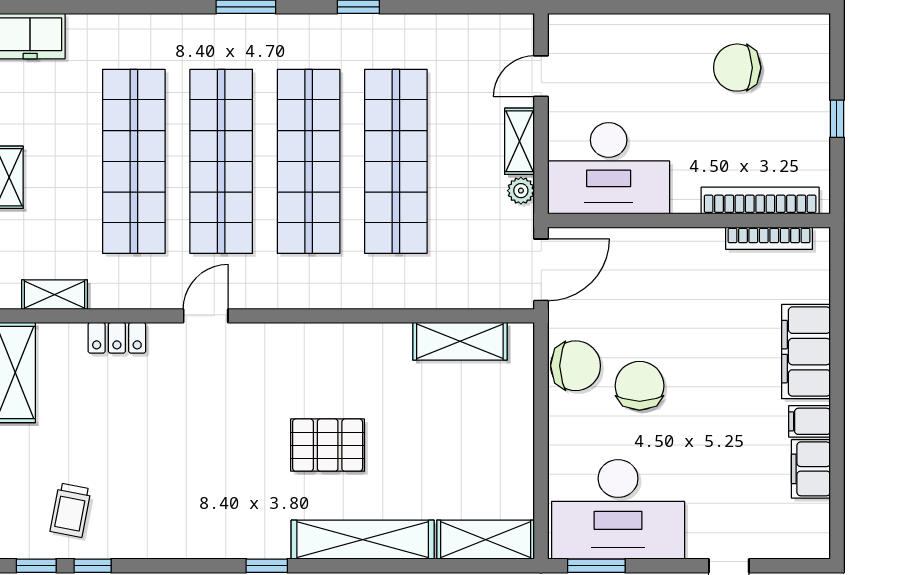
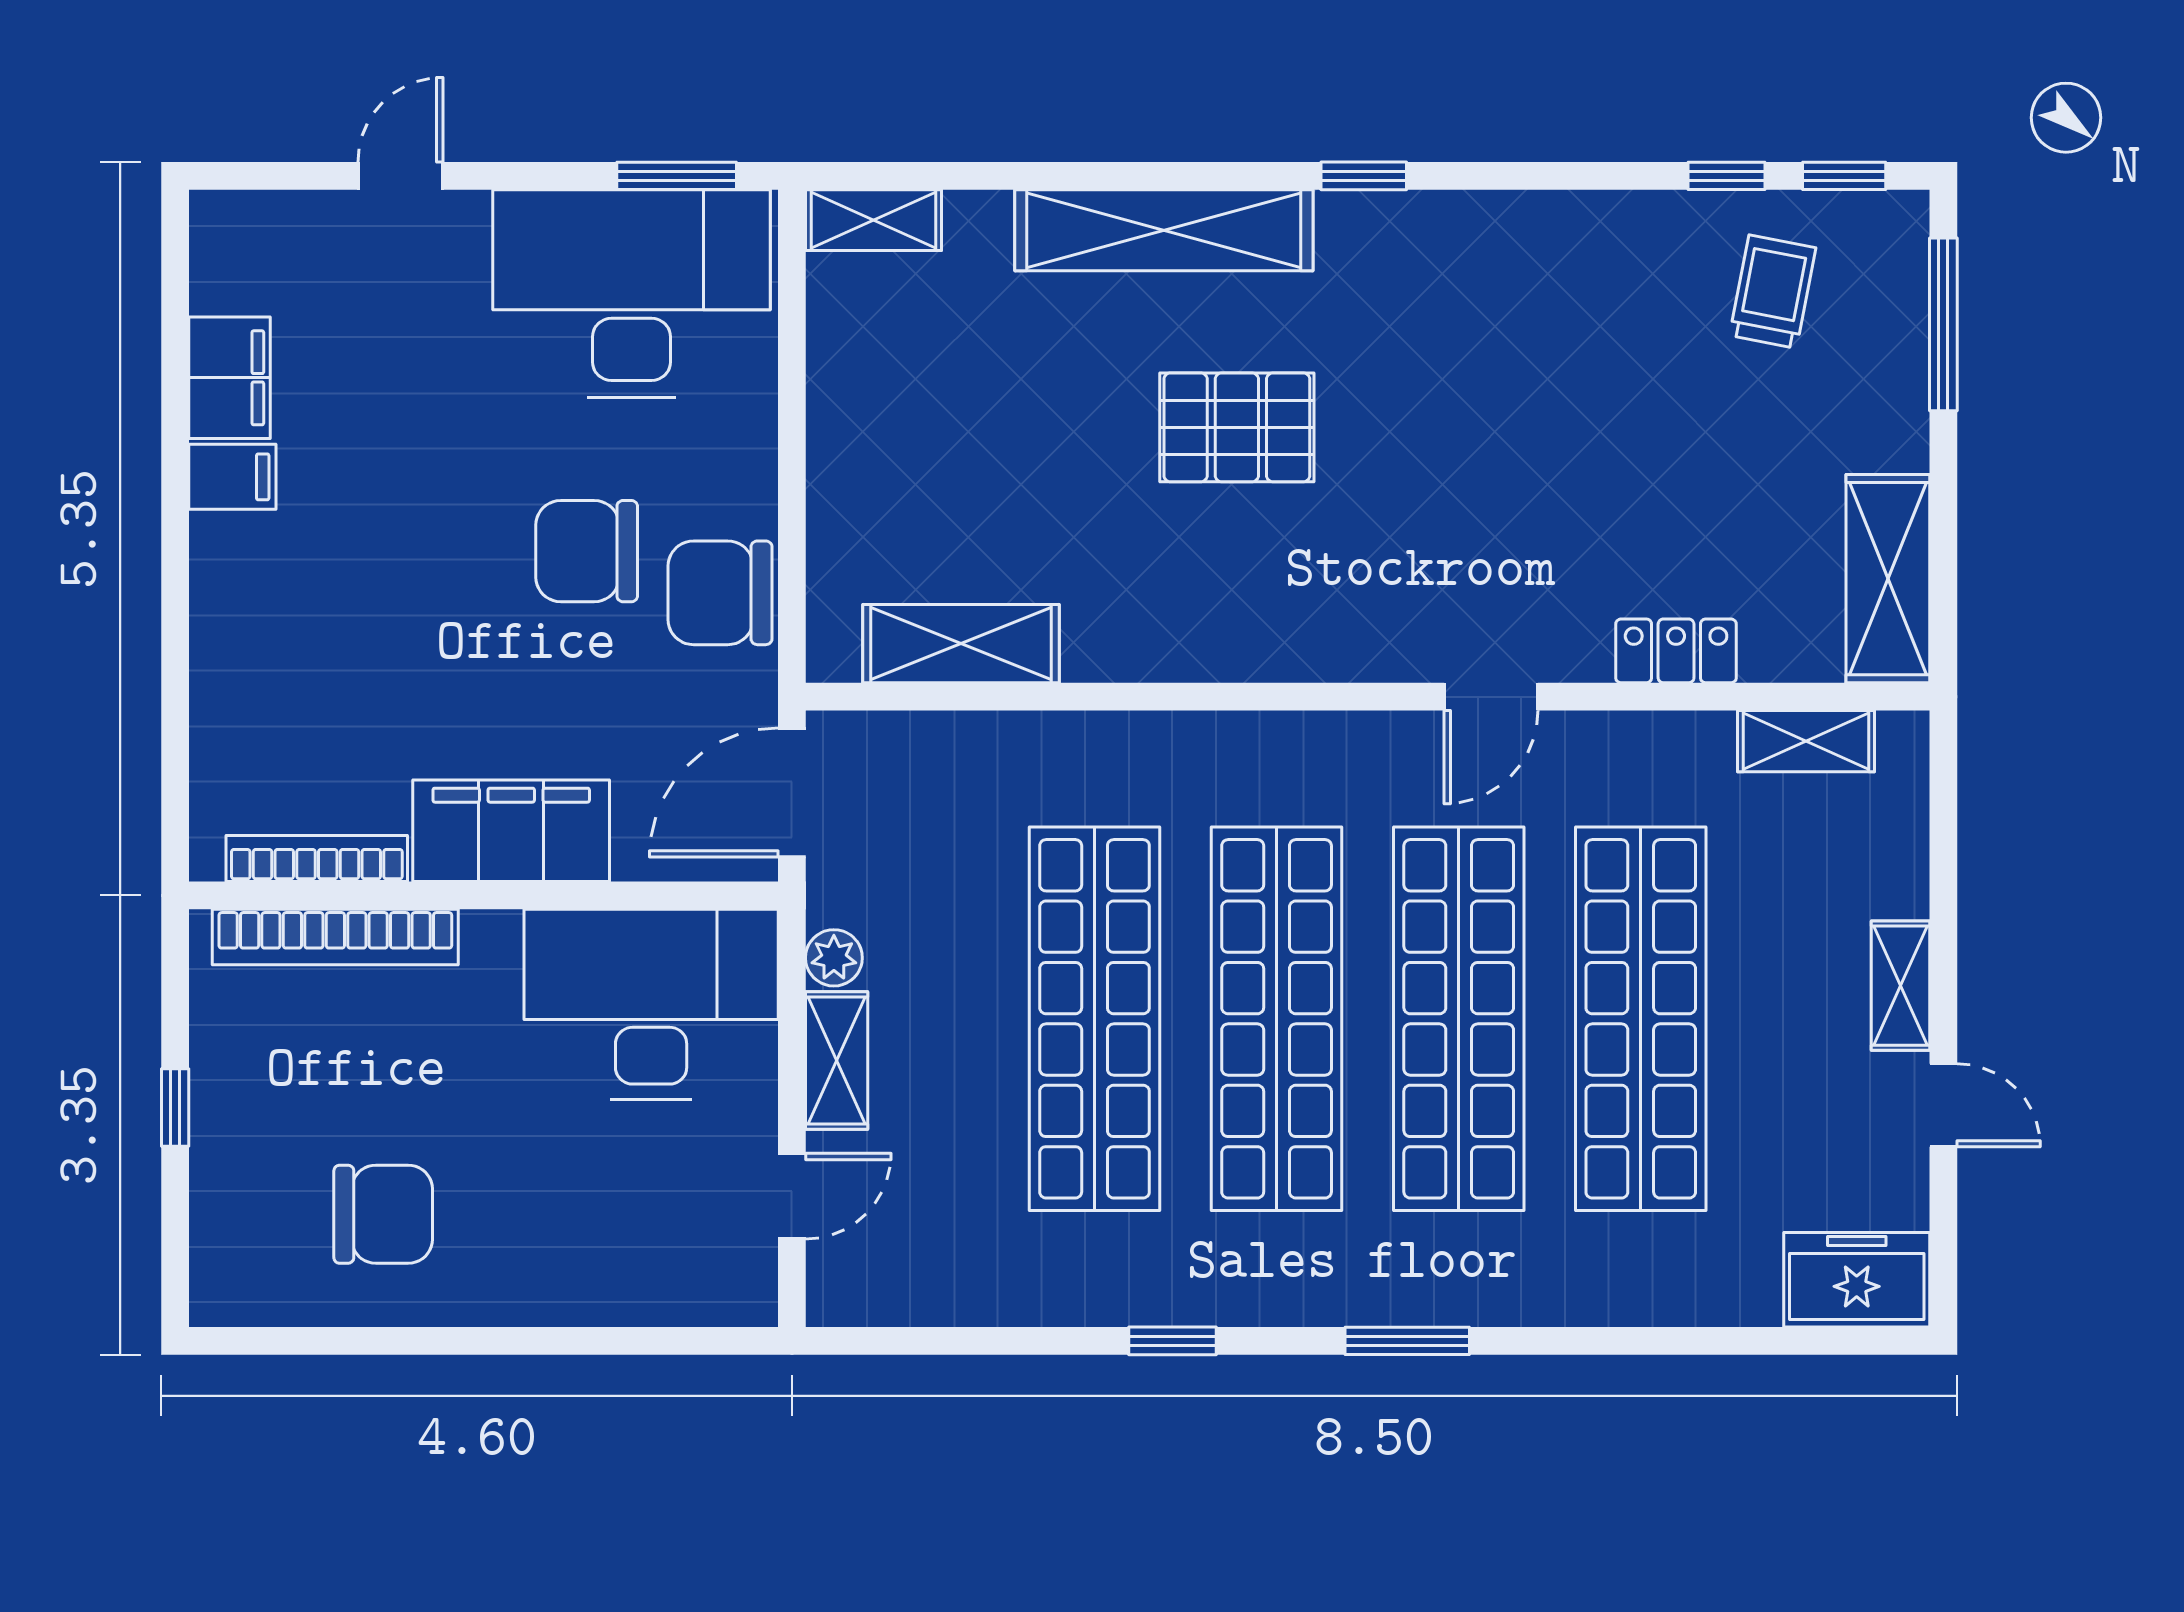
filing cabinet: (806, 352) -> (511, 831), moved, turned -90
chair: (640, 386) -> (587, 551), turned 90
shelving: (486, 540) -> (873, 220), width x0.67, depth x0.75

